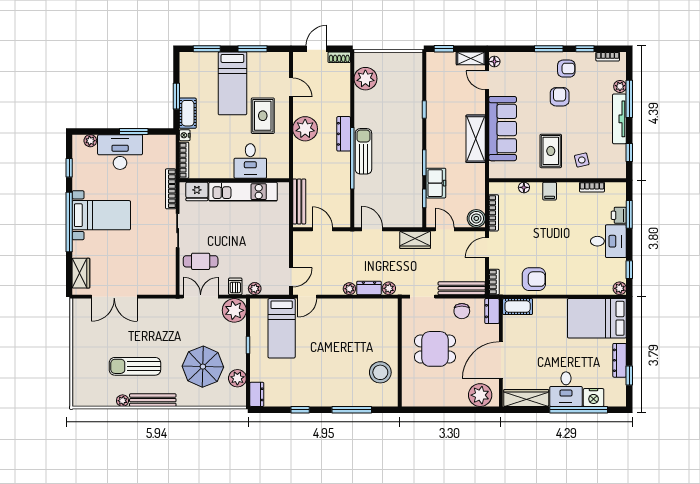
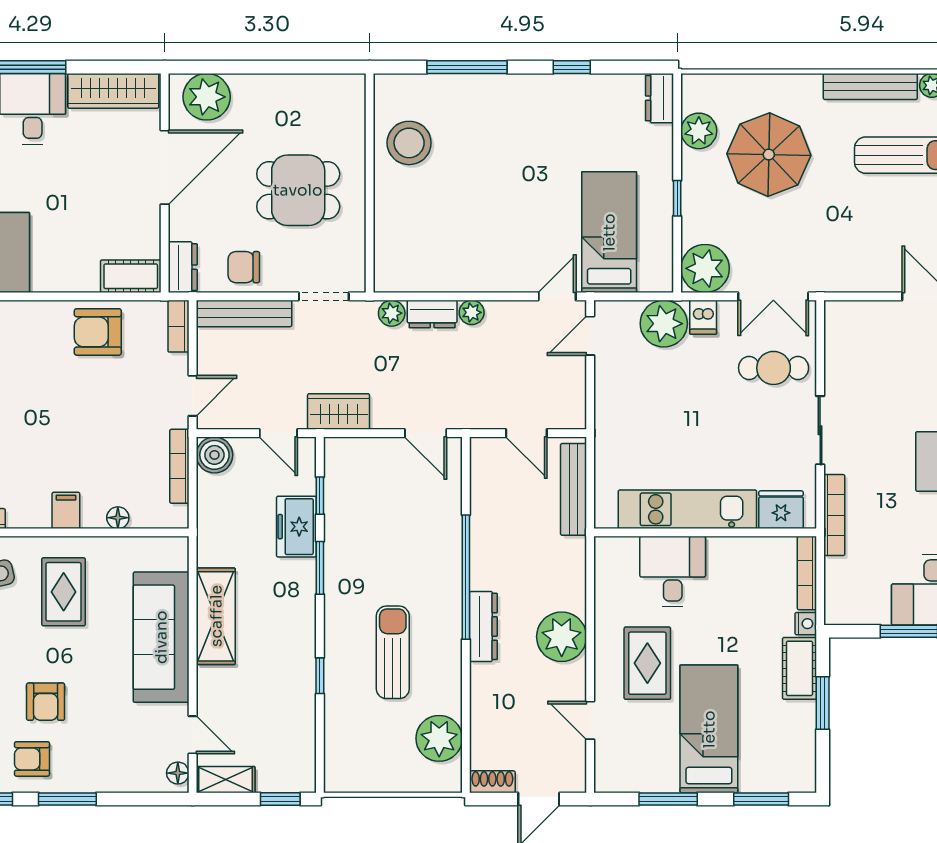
sun lounger: (363, 151) -> (393, 652), moved, turned 180
plant: (255, 289) -> (664, 324), width x1.87, depth x1.87
chair: (462, 311) -> (244, 267), turned -90

